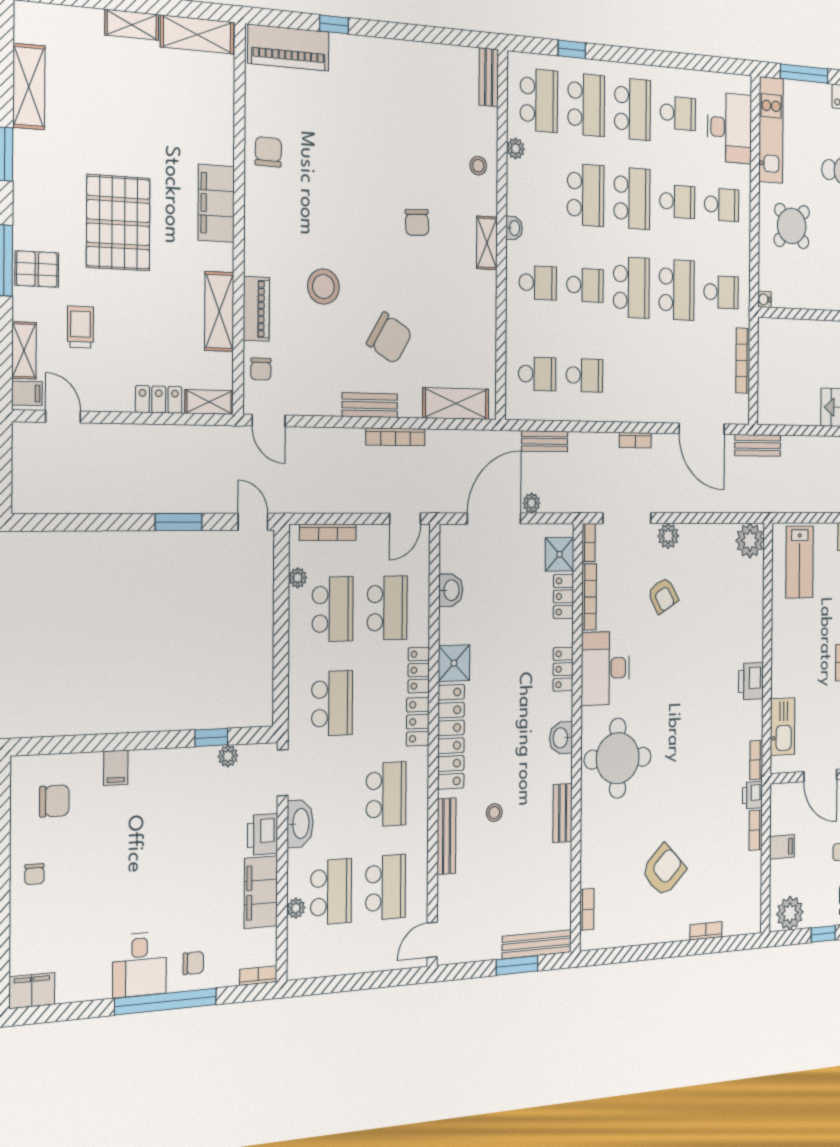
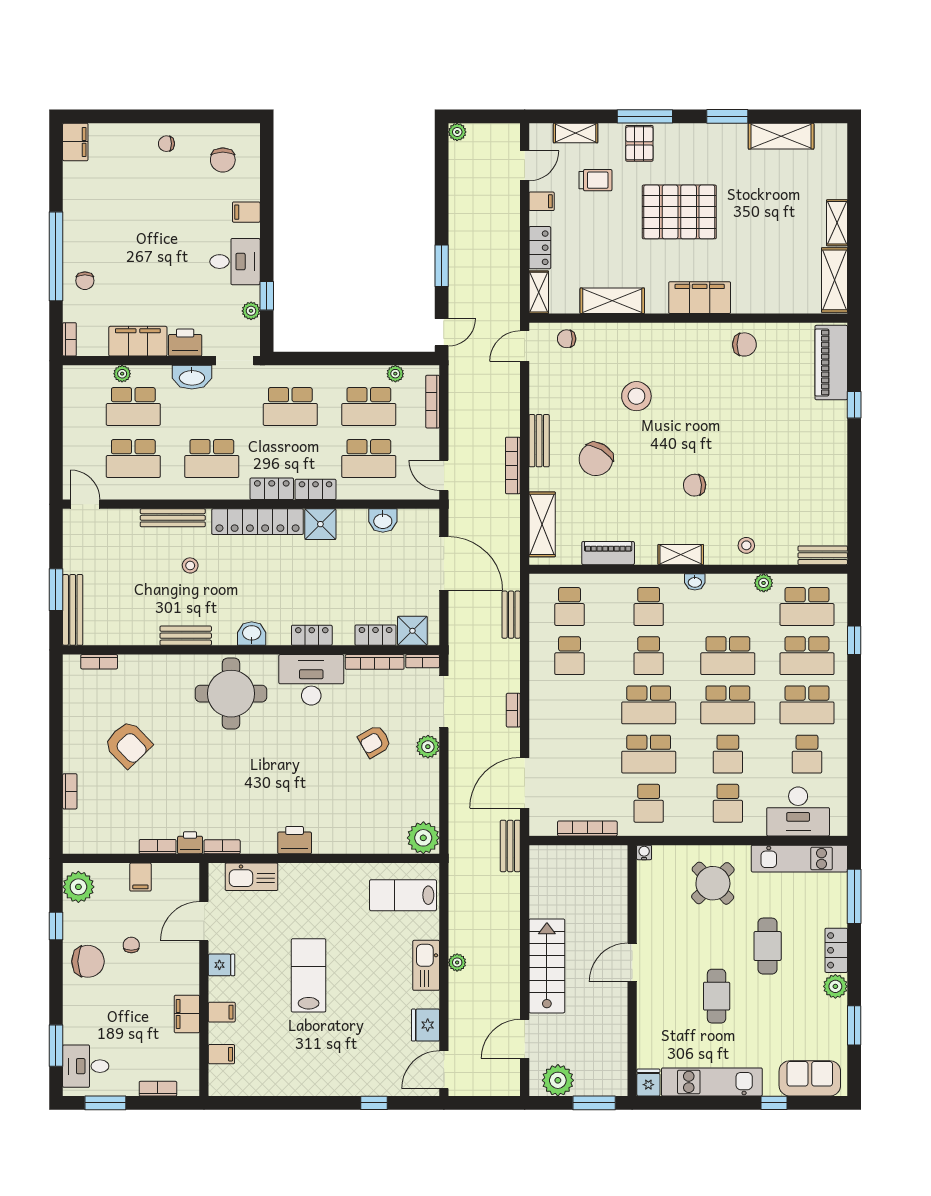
piano: (256, 309) -> (608, 553), moved, turned 180
filing cabinet: (27, 393) -> (542, 201), moved, turned -90
plant: (532, 503) -> (457, 132), moved
desk: (140, 965) -> (235, 262), moved, turned 180

